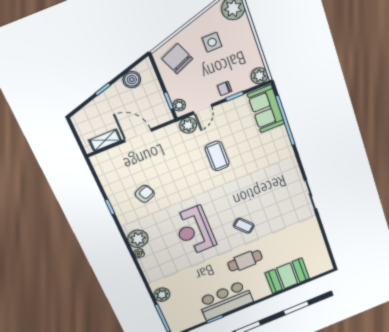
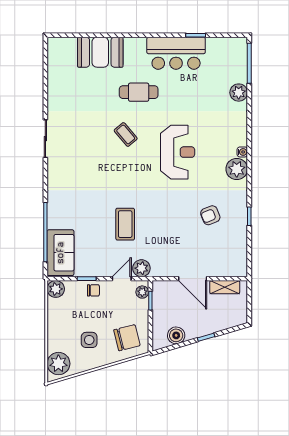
chair: (177, 59) -> (127, 338), turned -81

